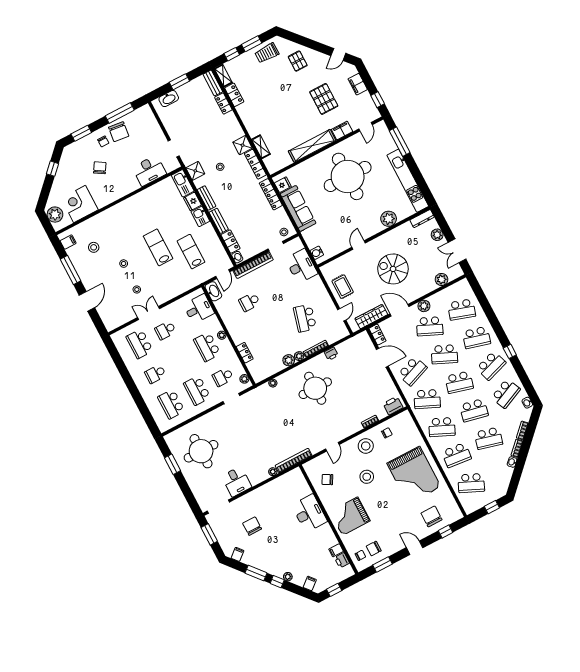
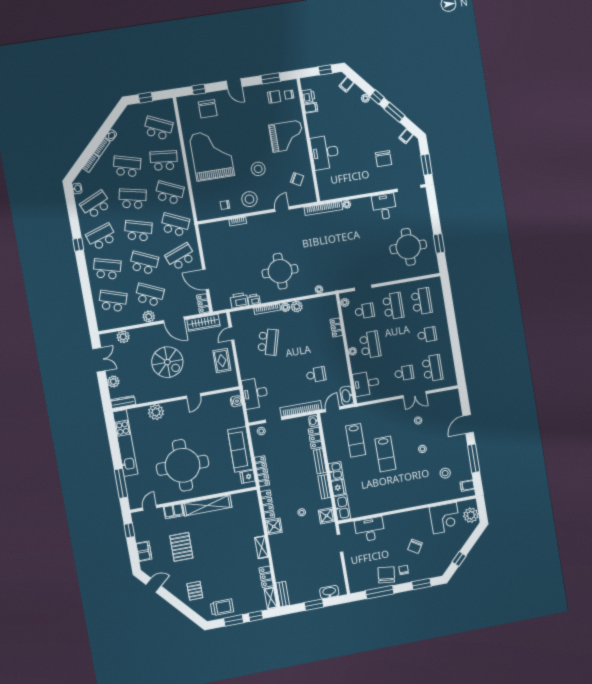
locker: (223, 104) -> (279, 572), removed
shelving: (261, 147) -> (262, 547), moved
printer: (393, 406) -> (239, 300), moved, turned 180

